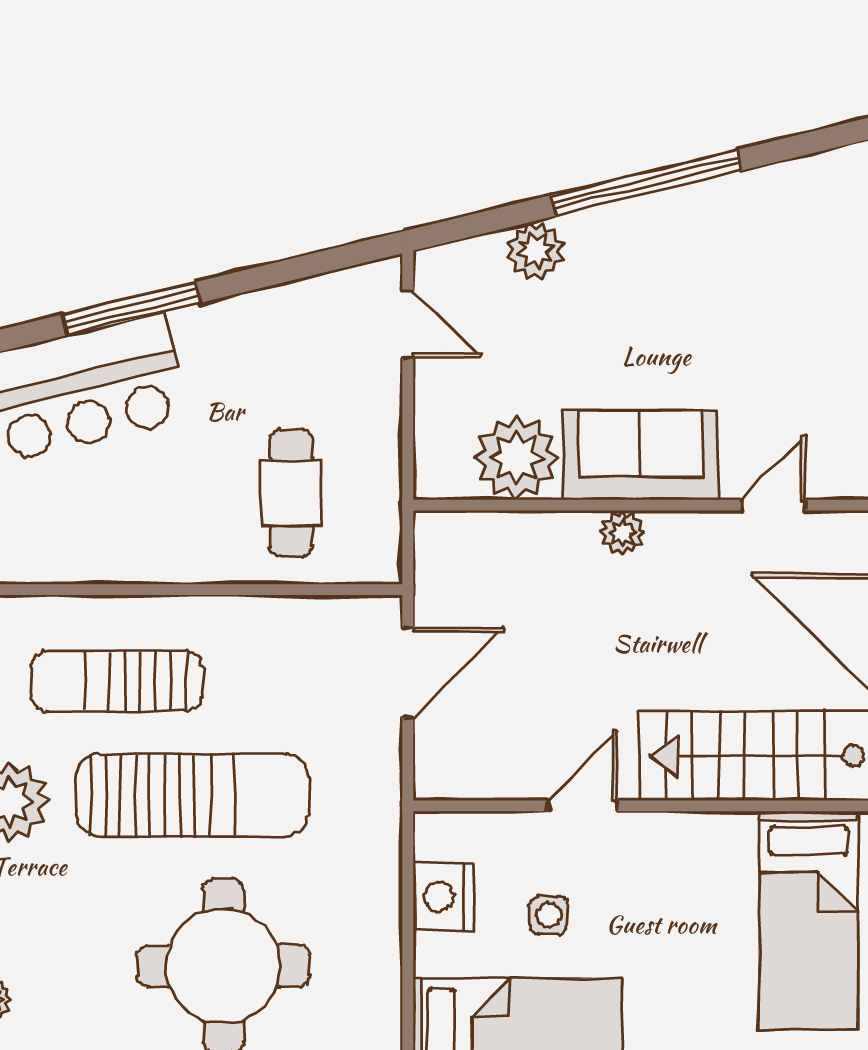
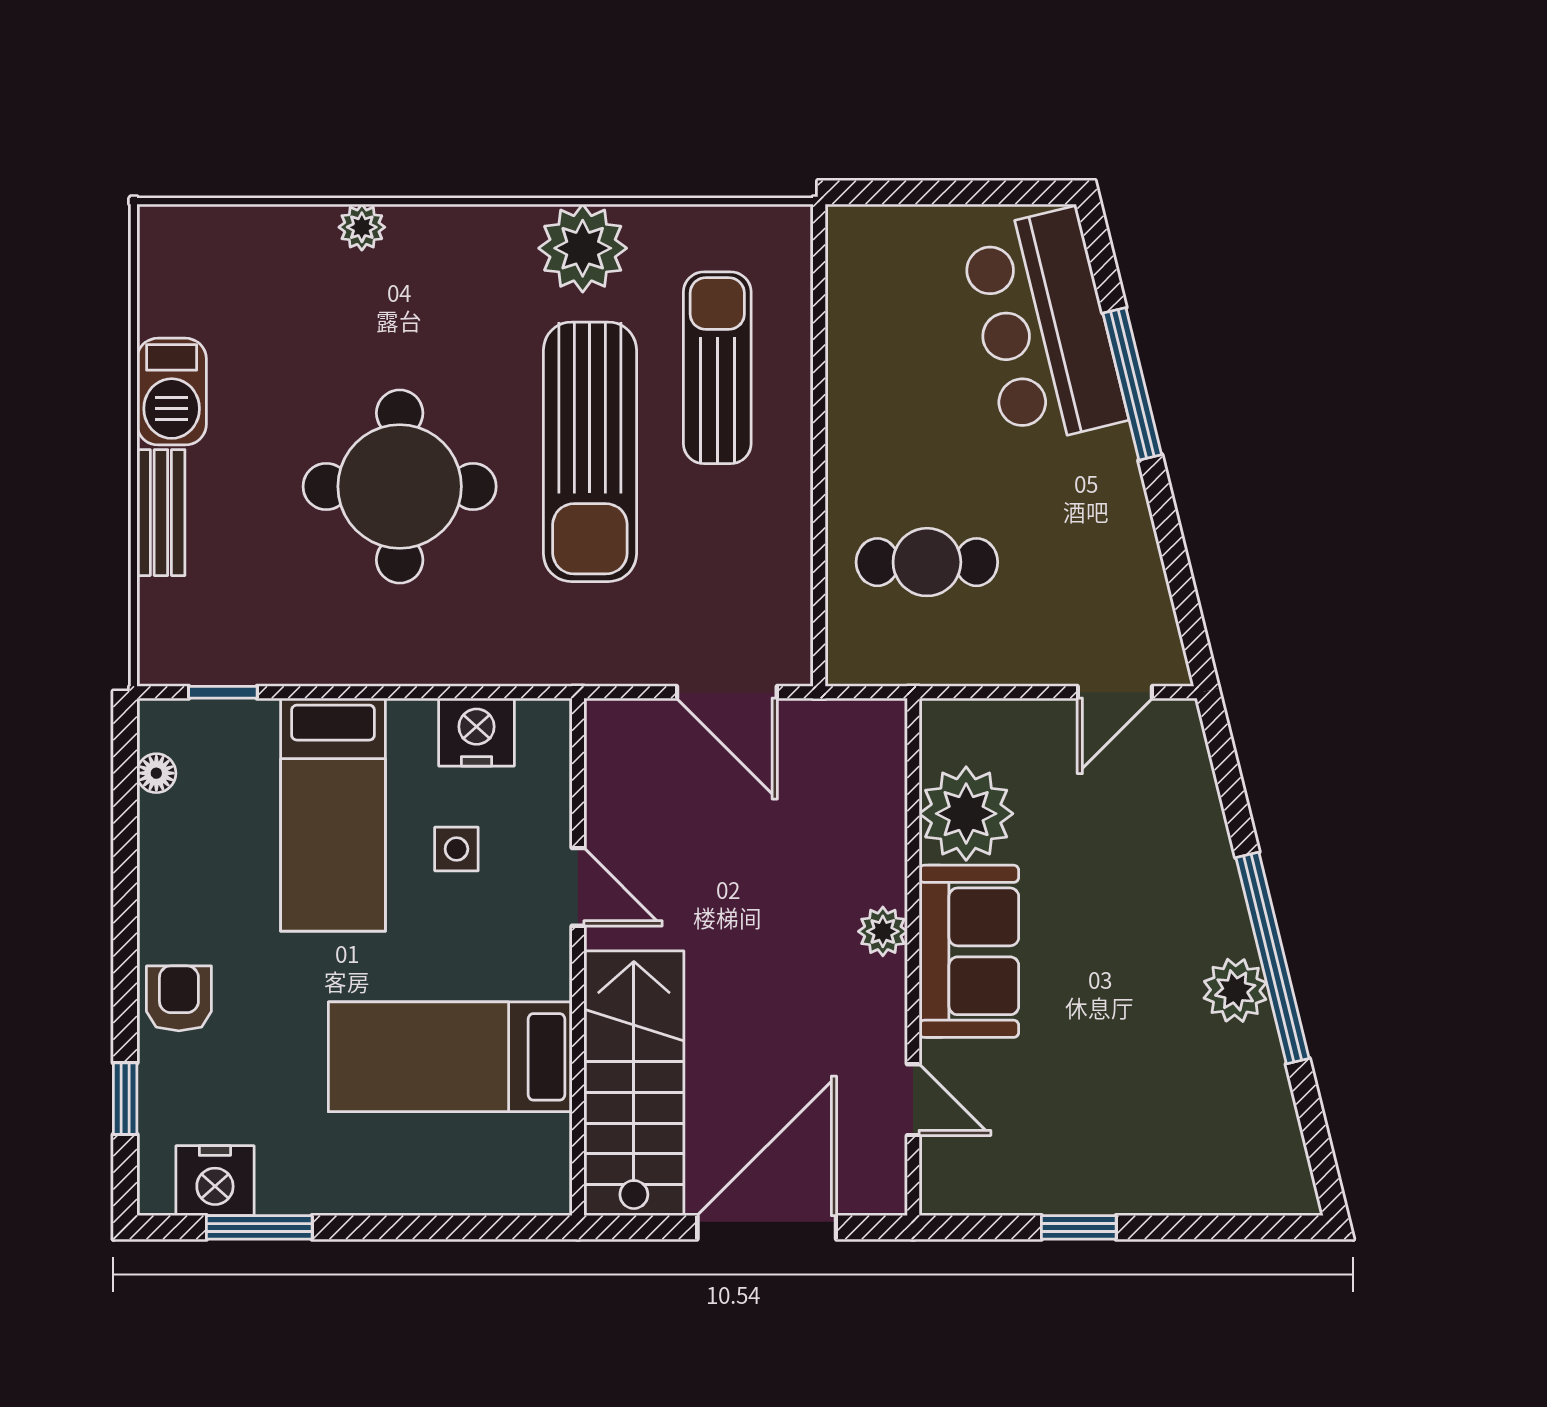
plant: (536, 250) -> (1235, 990), moved
bed: (809, 921) -> (450, 1057), moved

